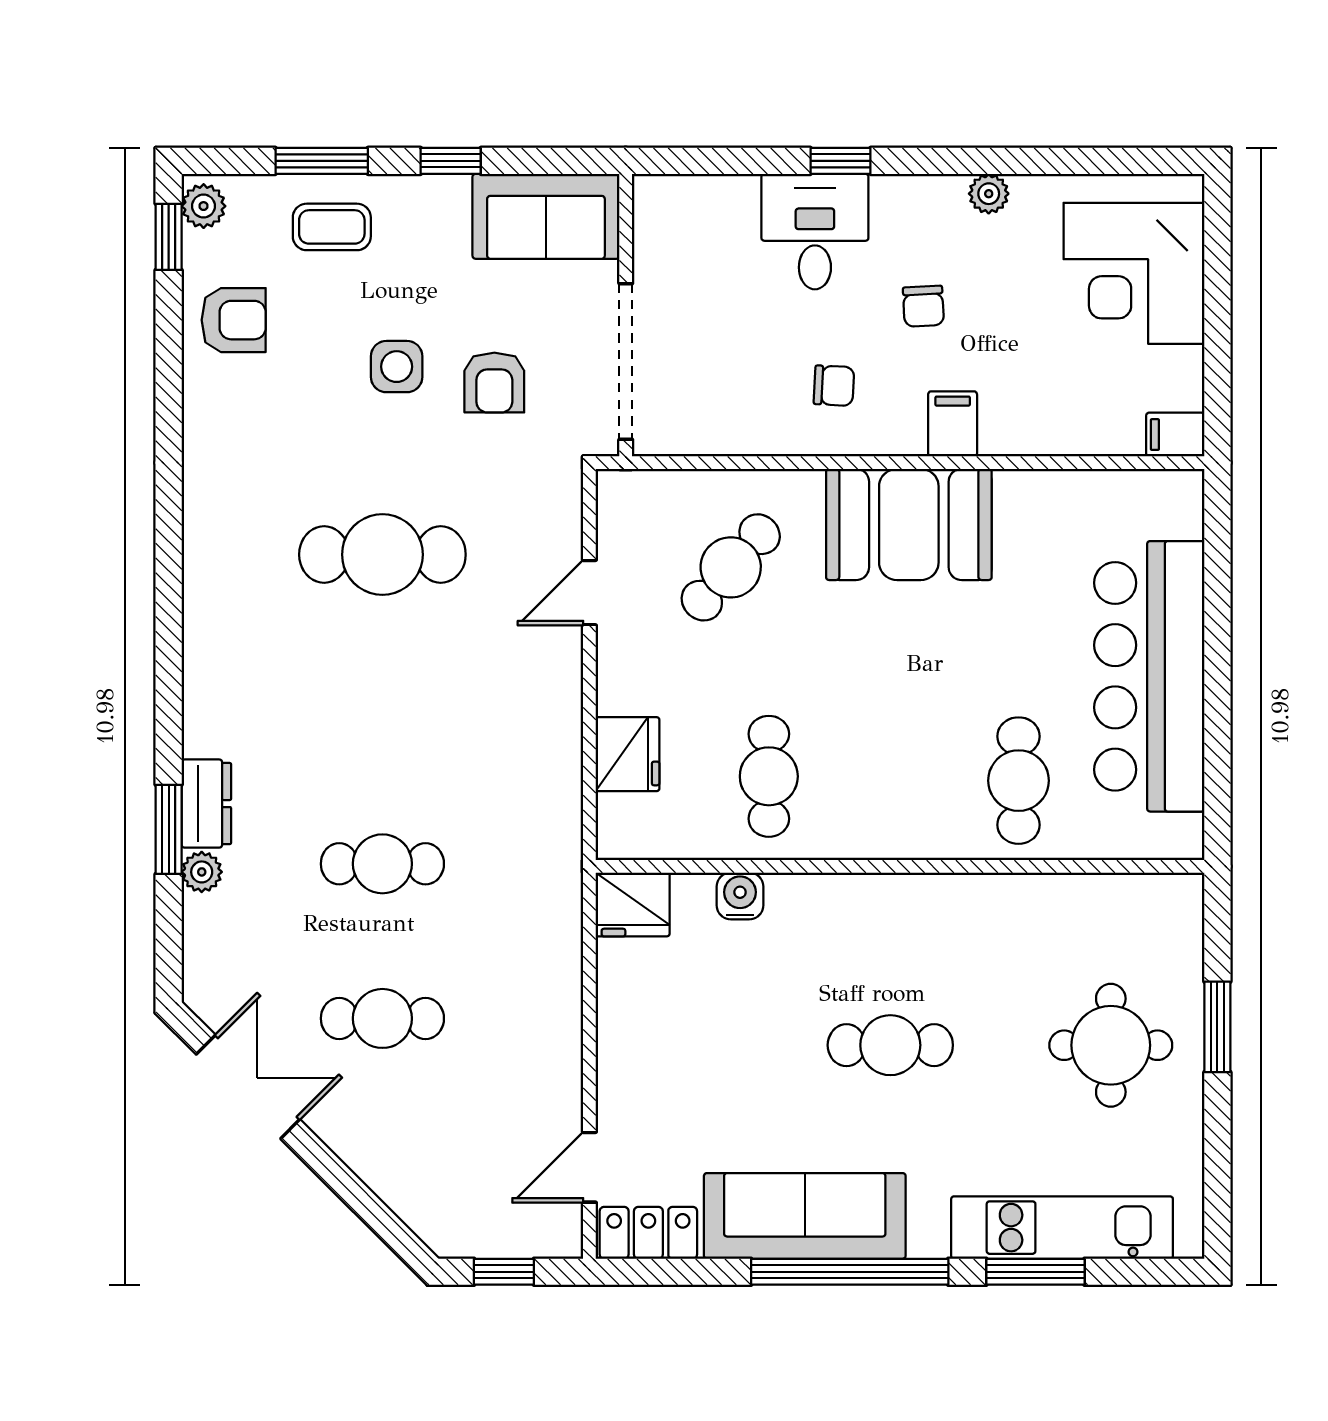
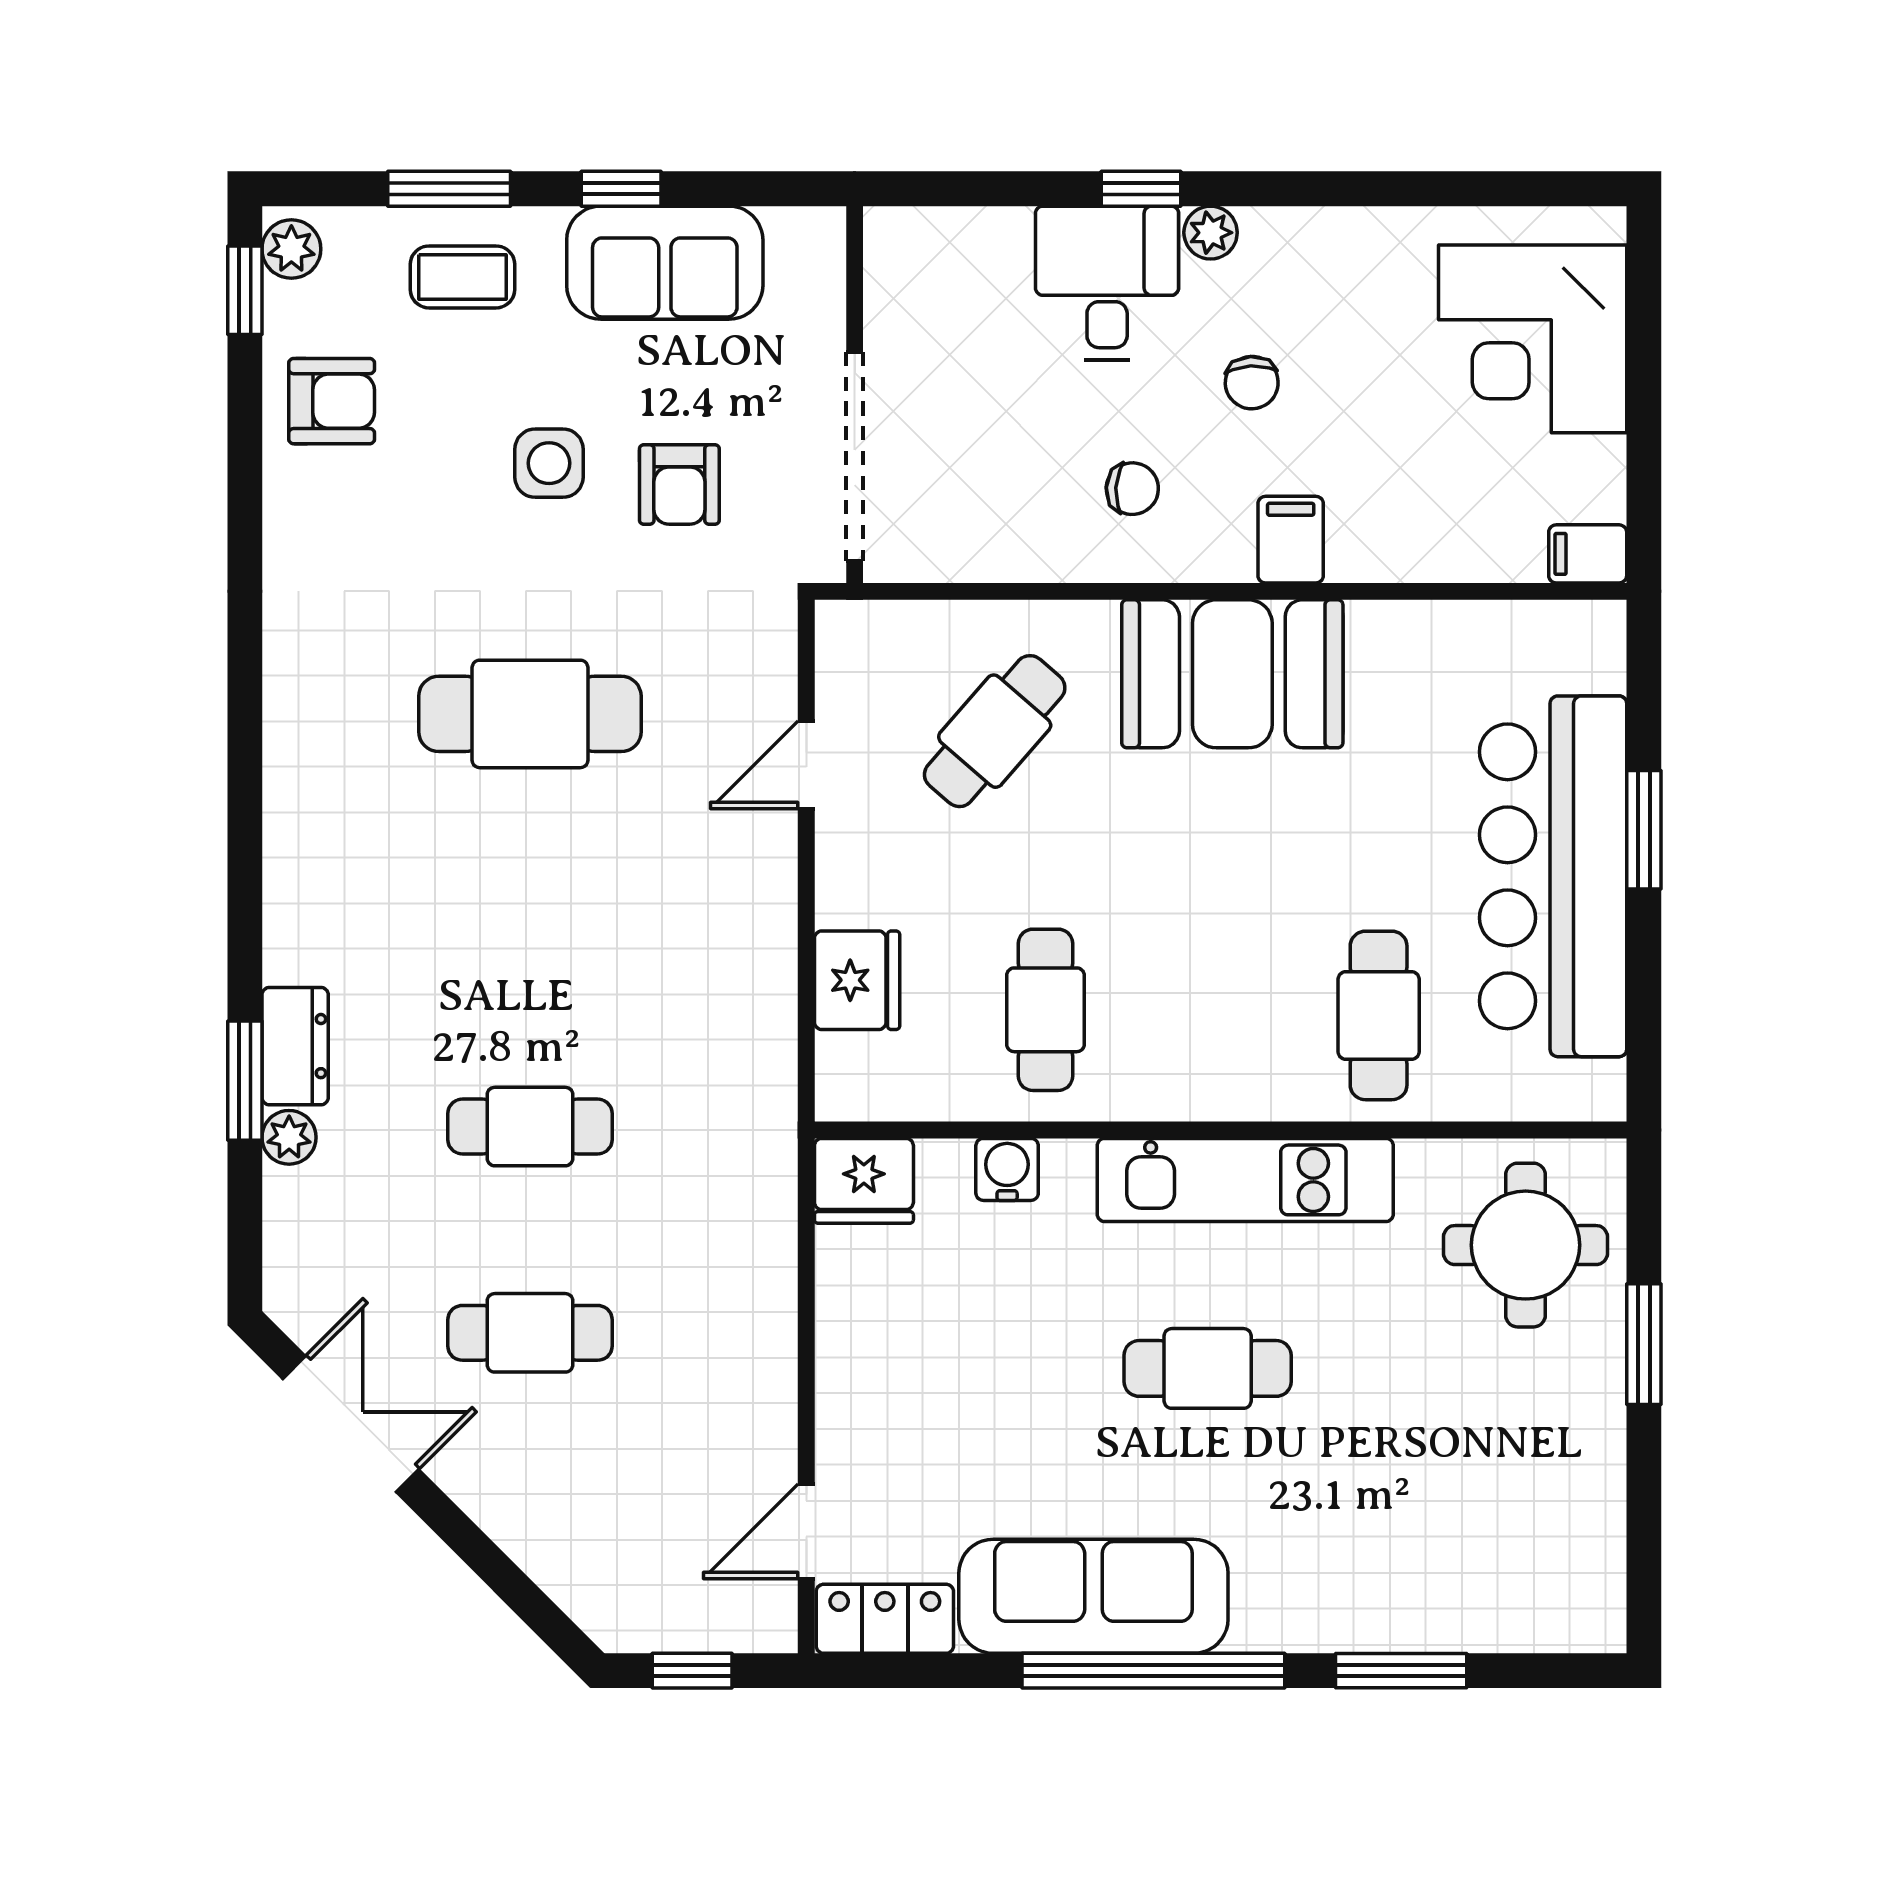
plant: (989, 194) -> (1211, 233), moved
sofa: (546, 216) -> (665, 263), moved
window: (1217, 641) -> (1644, 830), added
round table: (1111, 1045) -> (1526, 1245), moved
kitchen unit: (1062, 1228) -> (1245, 1180), moved, turned 180

